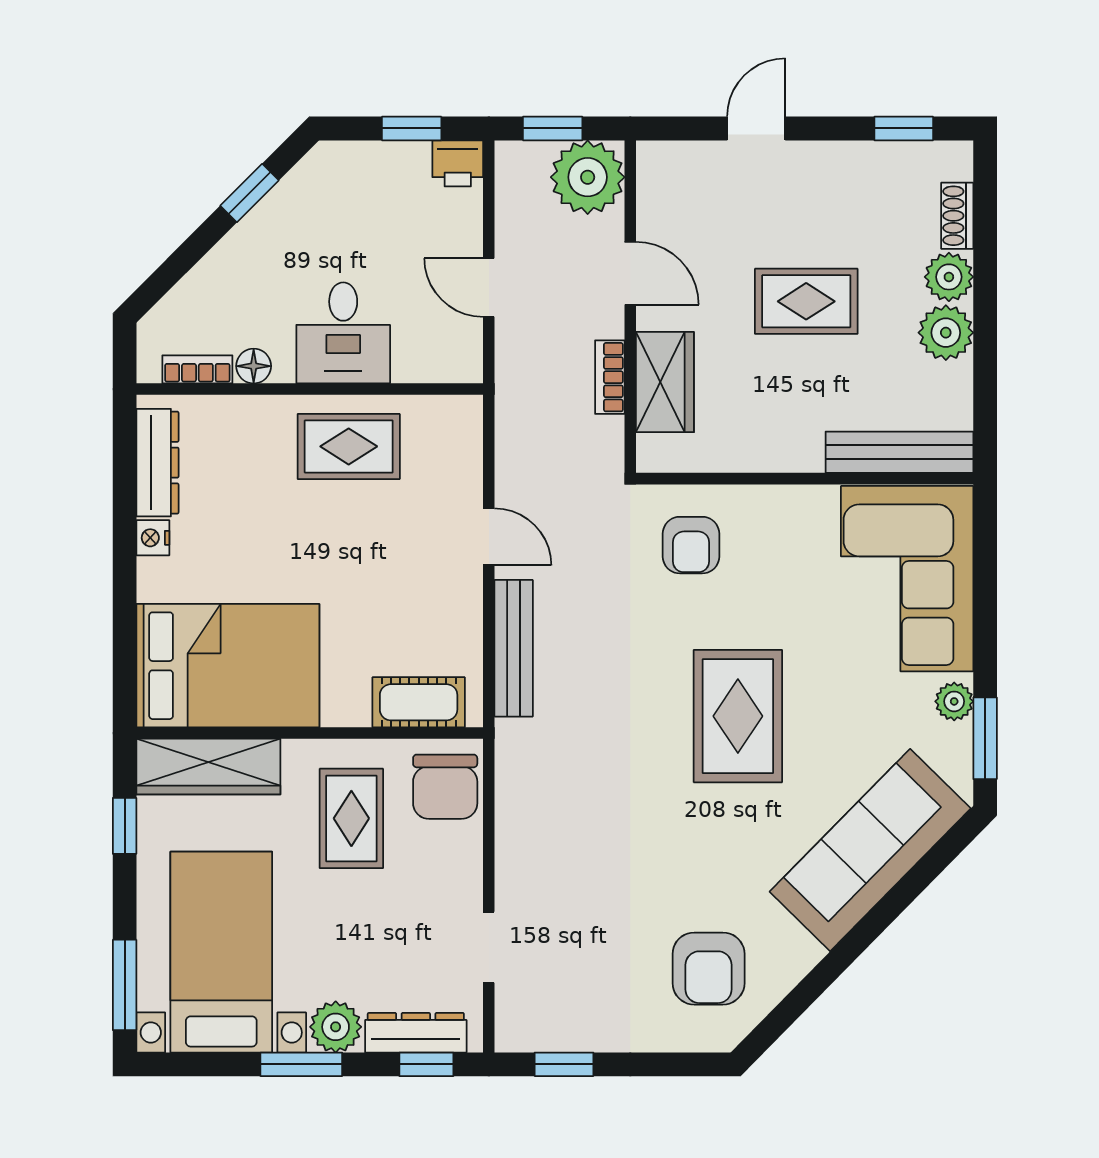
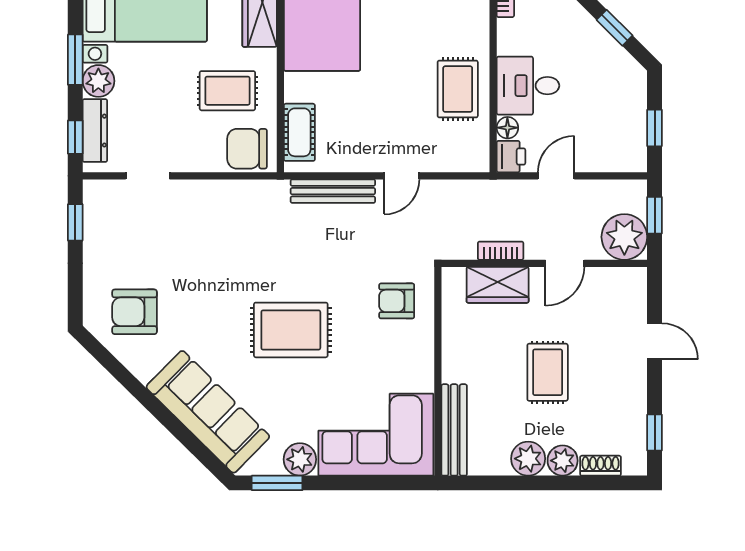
printer: (458, 163) -> (511, 157), moved, turned 180
floor lamp: (254, 366) -> (507, 128), moved
plant: (954, 701) -> (300, 459), width x1.38, depth x1.38

